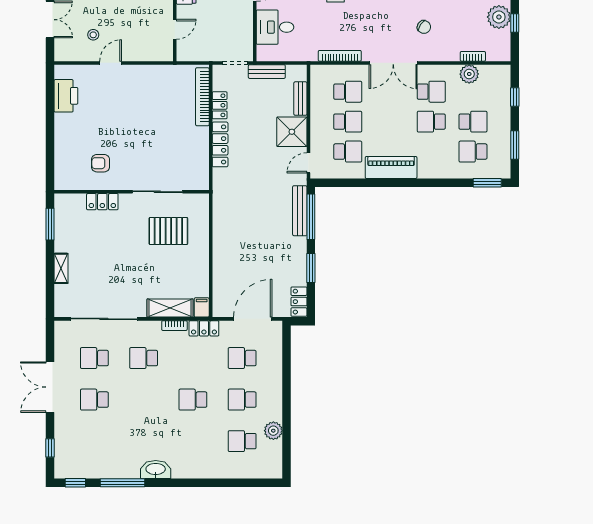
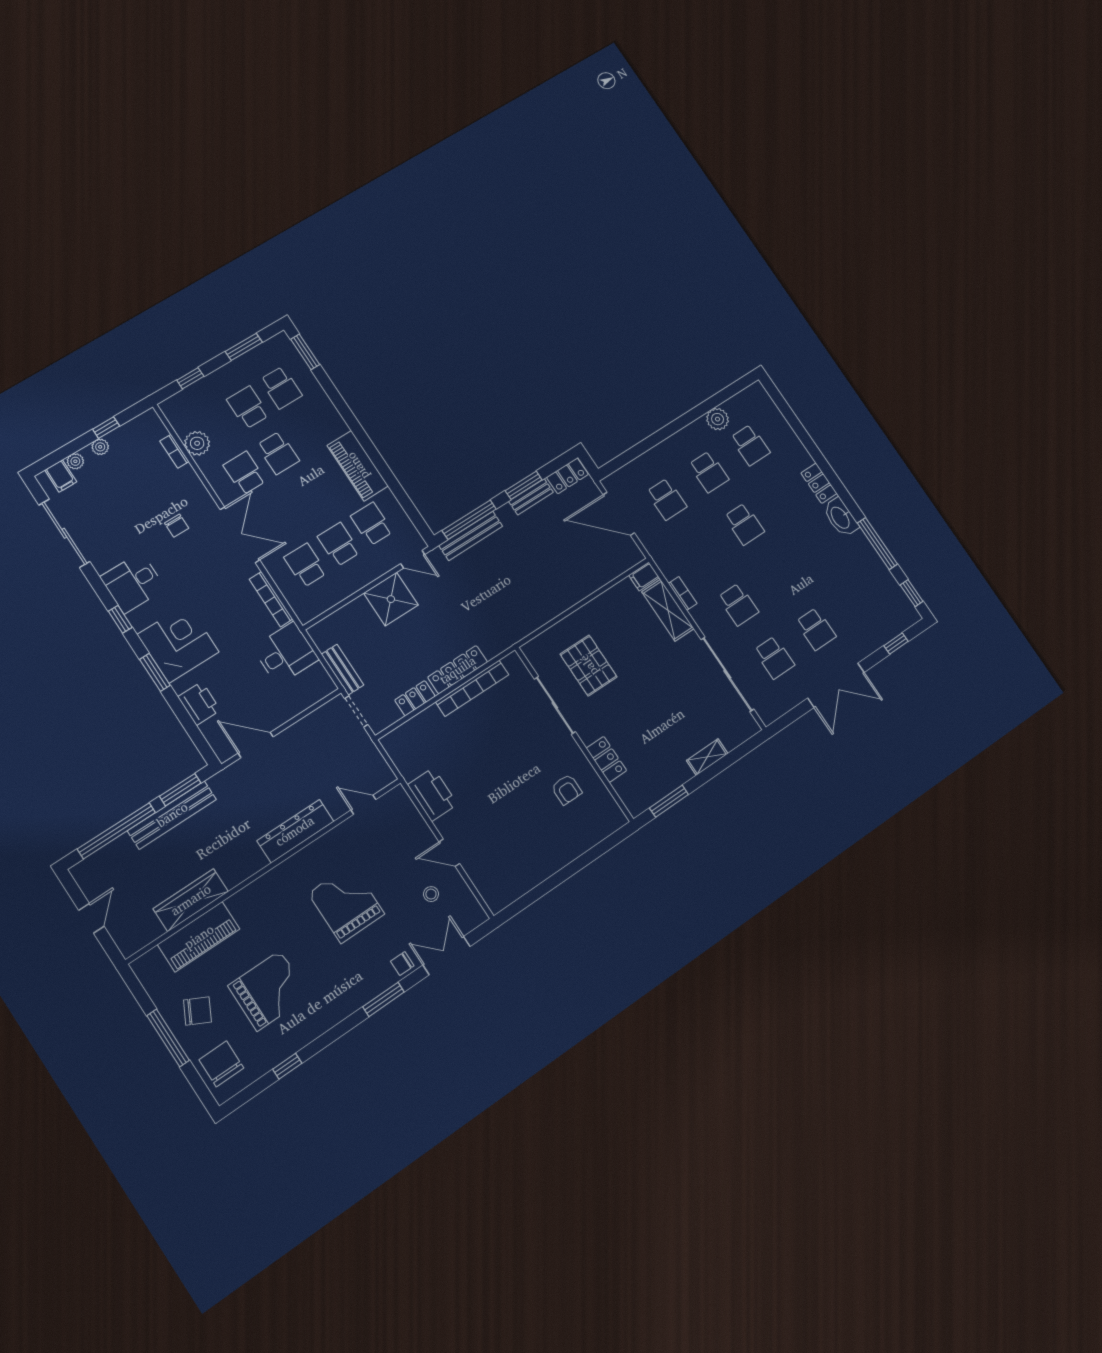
plant: (499, 17) -> (100, 447), width x0.53, depth x0.53
desk: (275, 27) -> (286, 653), moved, turned -90
chair: (424, 27) -> (177, 526), turned 147
printer: (66, 96) -> (432, 794), moved, turned 90
bookcase: (202, 97) -> (472, 688), moved
bench: (300, 99) -> (531, 497), moved
locker: (204, 328) -> (819, 483), moved, turned 180

